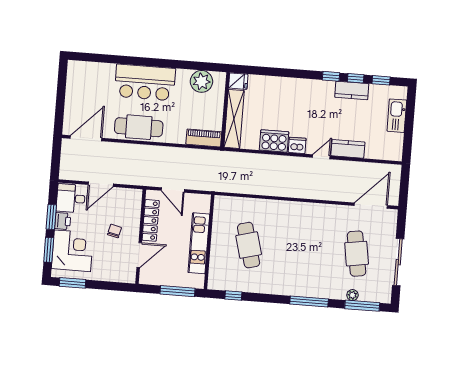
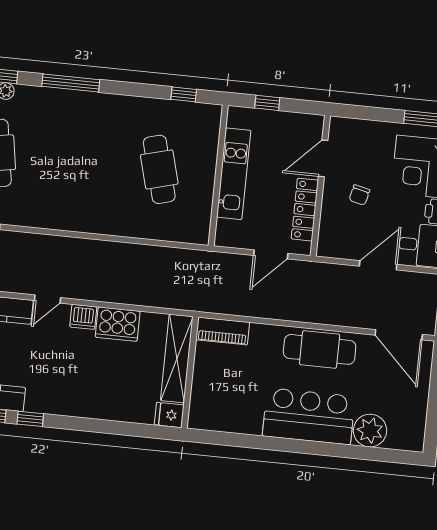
plant: (201, 81) -> (370, 431), moved
door: (86, 138) -> (399, 335), hinge flipped
door: (173, 190) -> (271, 254), swing flipped
window: (177, 291) -> (267, 103), width x0.46

